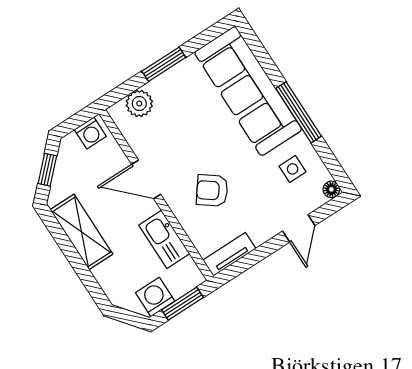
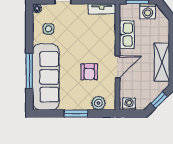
window: (299, 112) -> (29, 71), moved
door: (146, 179) -> (117, 67), hinge flipped
armchair: (212, 190) -> (89, 72), moved, turned 53

